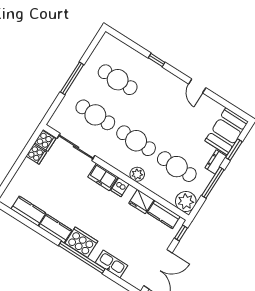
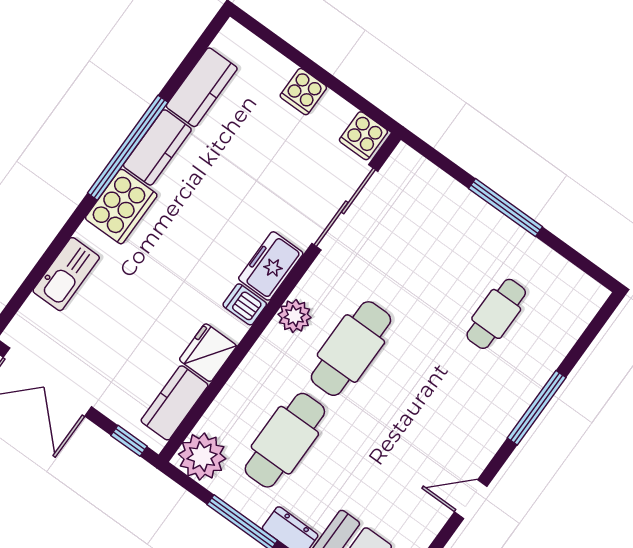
window: (157, 60) -> (537, 408), width x2.17
cafe table: (118, 80) -> (496, 314), width x0.73, depth x0.74
cafe table: (95, 115) -> (417, 257), removed
cooker: (36, 154) -> (303, 92), moved
plant: (137, 174) -> (295, 316), moved
window: (82, 257) -> (128, 148), moved

